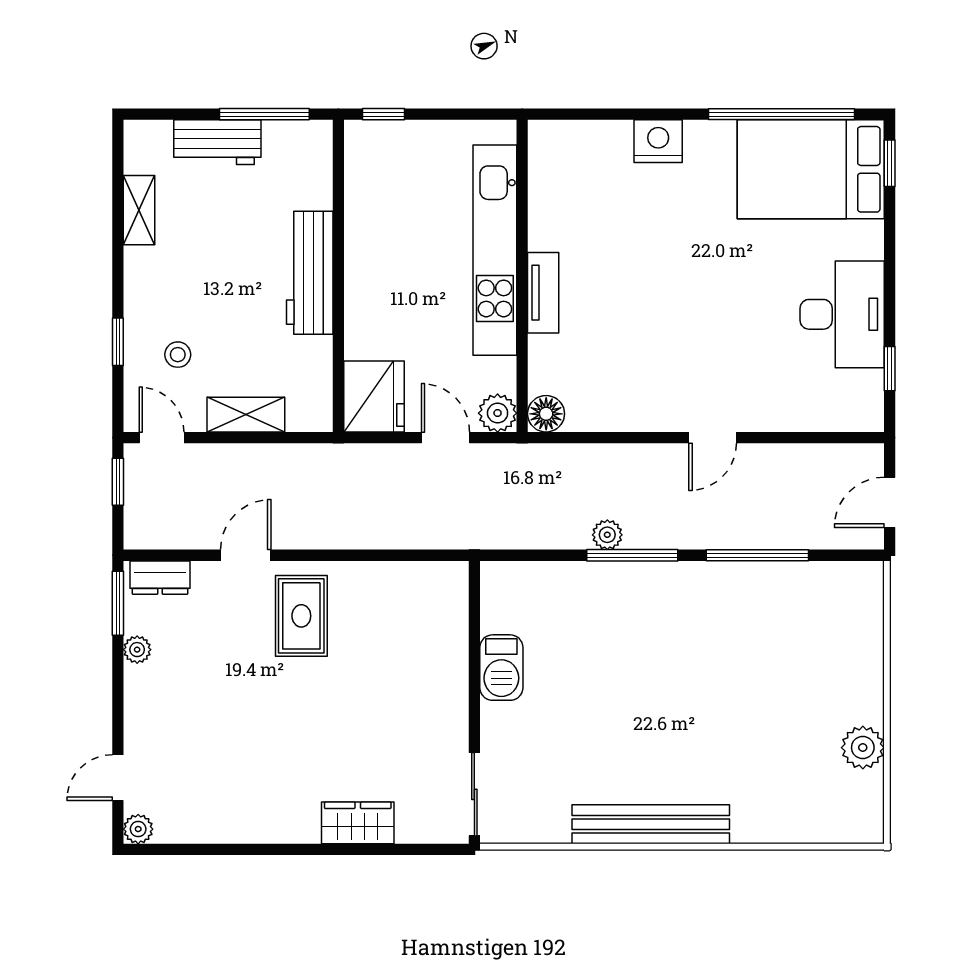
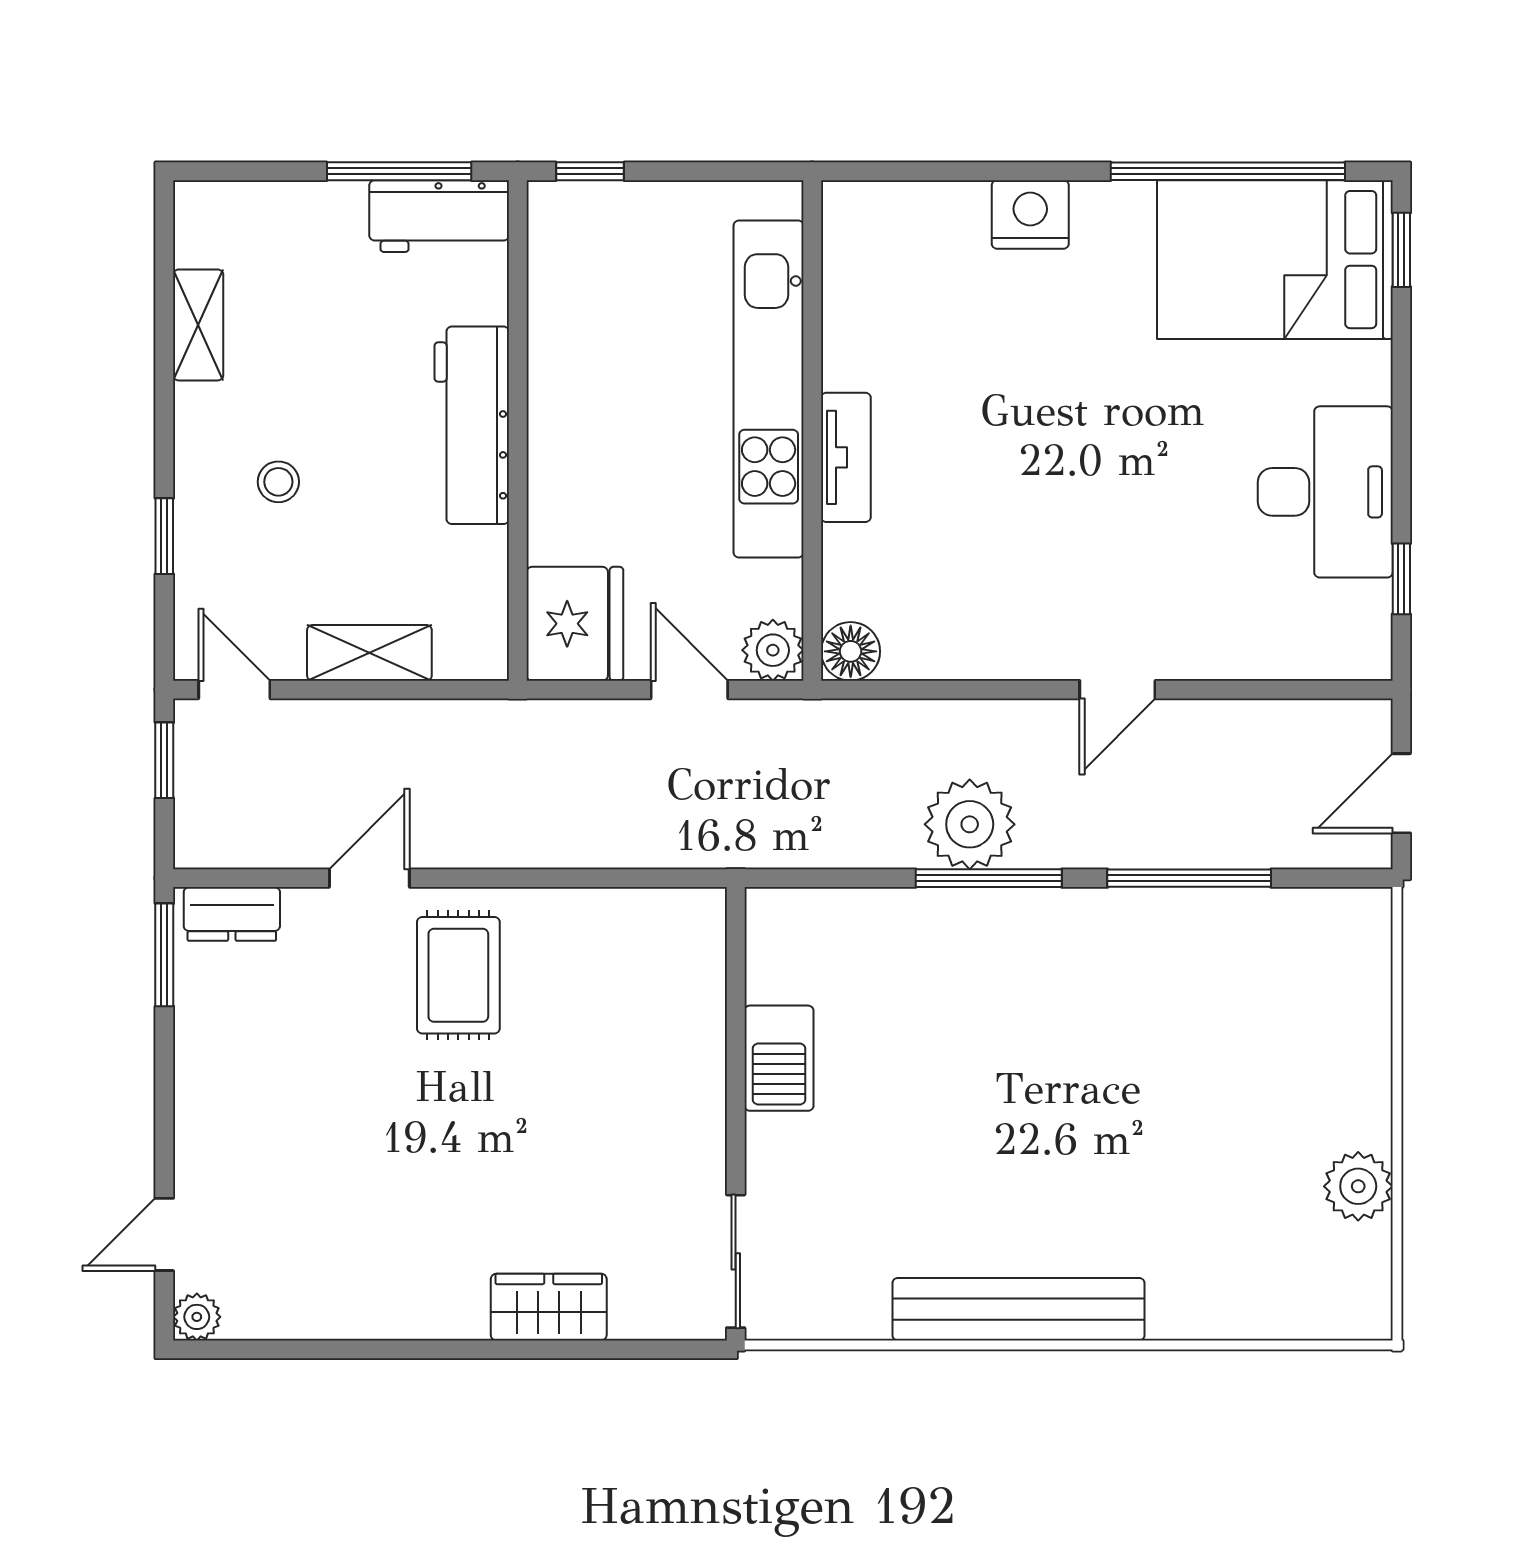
workbench: (217, 142) -> (439, 216), moved
stool: (178, 355) -> (278, 482), moved
plant: (607, 535) -> (970, 824), width x1.88, depth x1.88
plant: (137, 650) -> (195, 1029), removed

